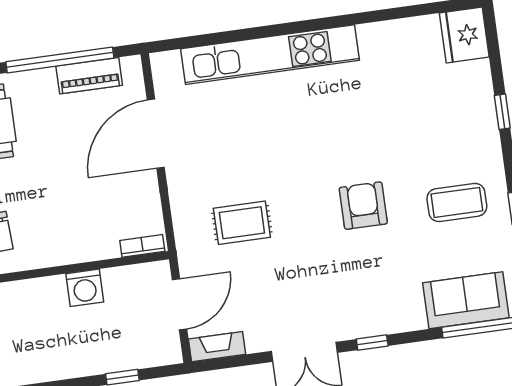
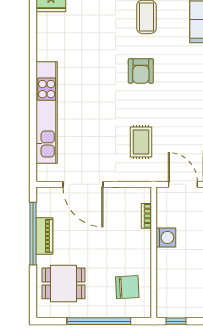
piano: (89, 76) -> (44, 236), moved
armchair: (363, 206) -> (141, 71), turned -90
bookcase: (142, 246) -> (146, 216), moved

